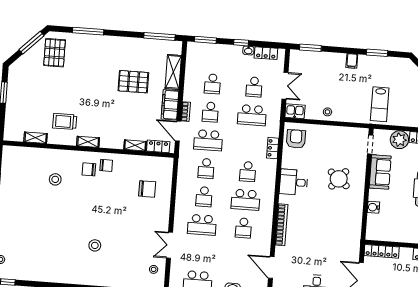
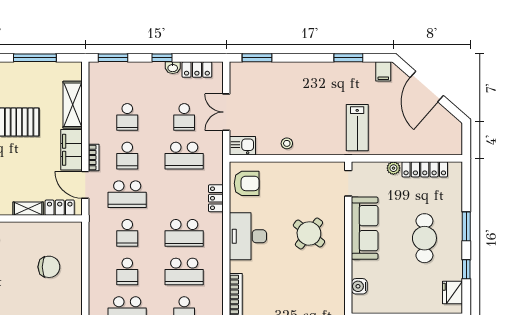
window: (159, 36) -> (35, 58), moved
filing cabinet: (352, 61) -> (383, 71), moved
double door: (285, 86) -> (226, 112), swing flipped
armchair: (296, 139) -> (247, 183), turned 90
plant: (399, 140) -> (393, 168), width x0.53, depth x0.53
school desk: (248, 172) -> (184, 233), width x1.85
sofa: (380, 172) -> (365, 228), width x1.36
desk: (294, 182) -> (248, 236), width x1.37
water cooler: (373, 207) -> (359, 286), moved

